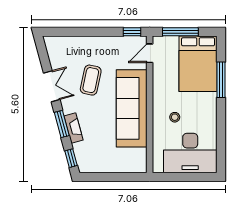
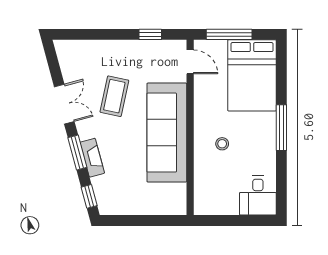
window: (132, 32) -> (150, 34), moved
door: (150, 53) -> (190, 62), swing flipped
window: (221, 80) -> (281, 128), moved
desk: (190, 153) -> (258, 196), width x0.53, depth x0.77

